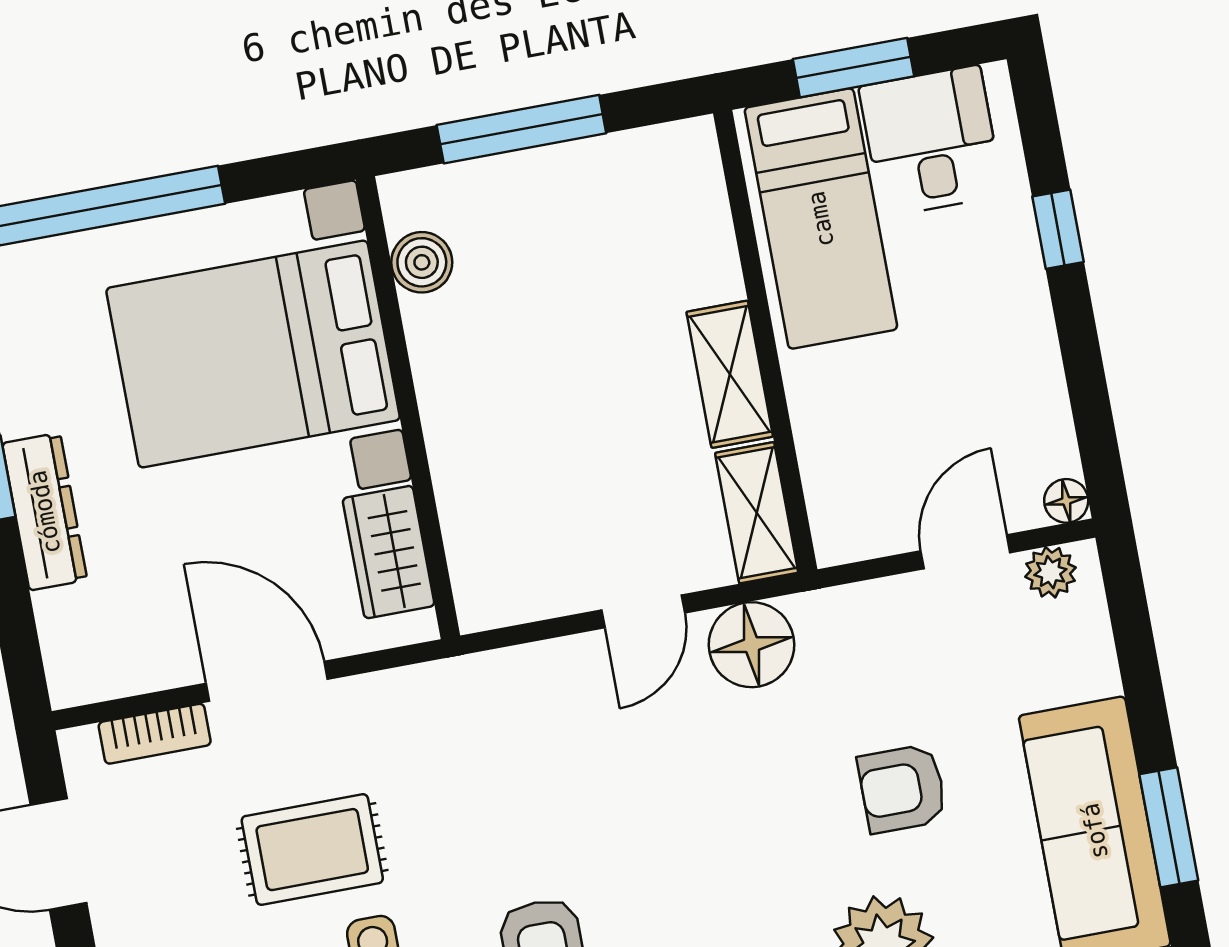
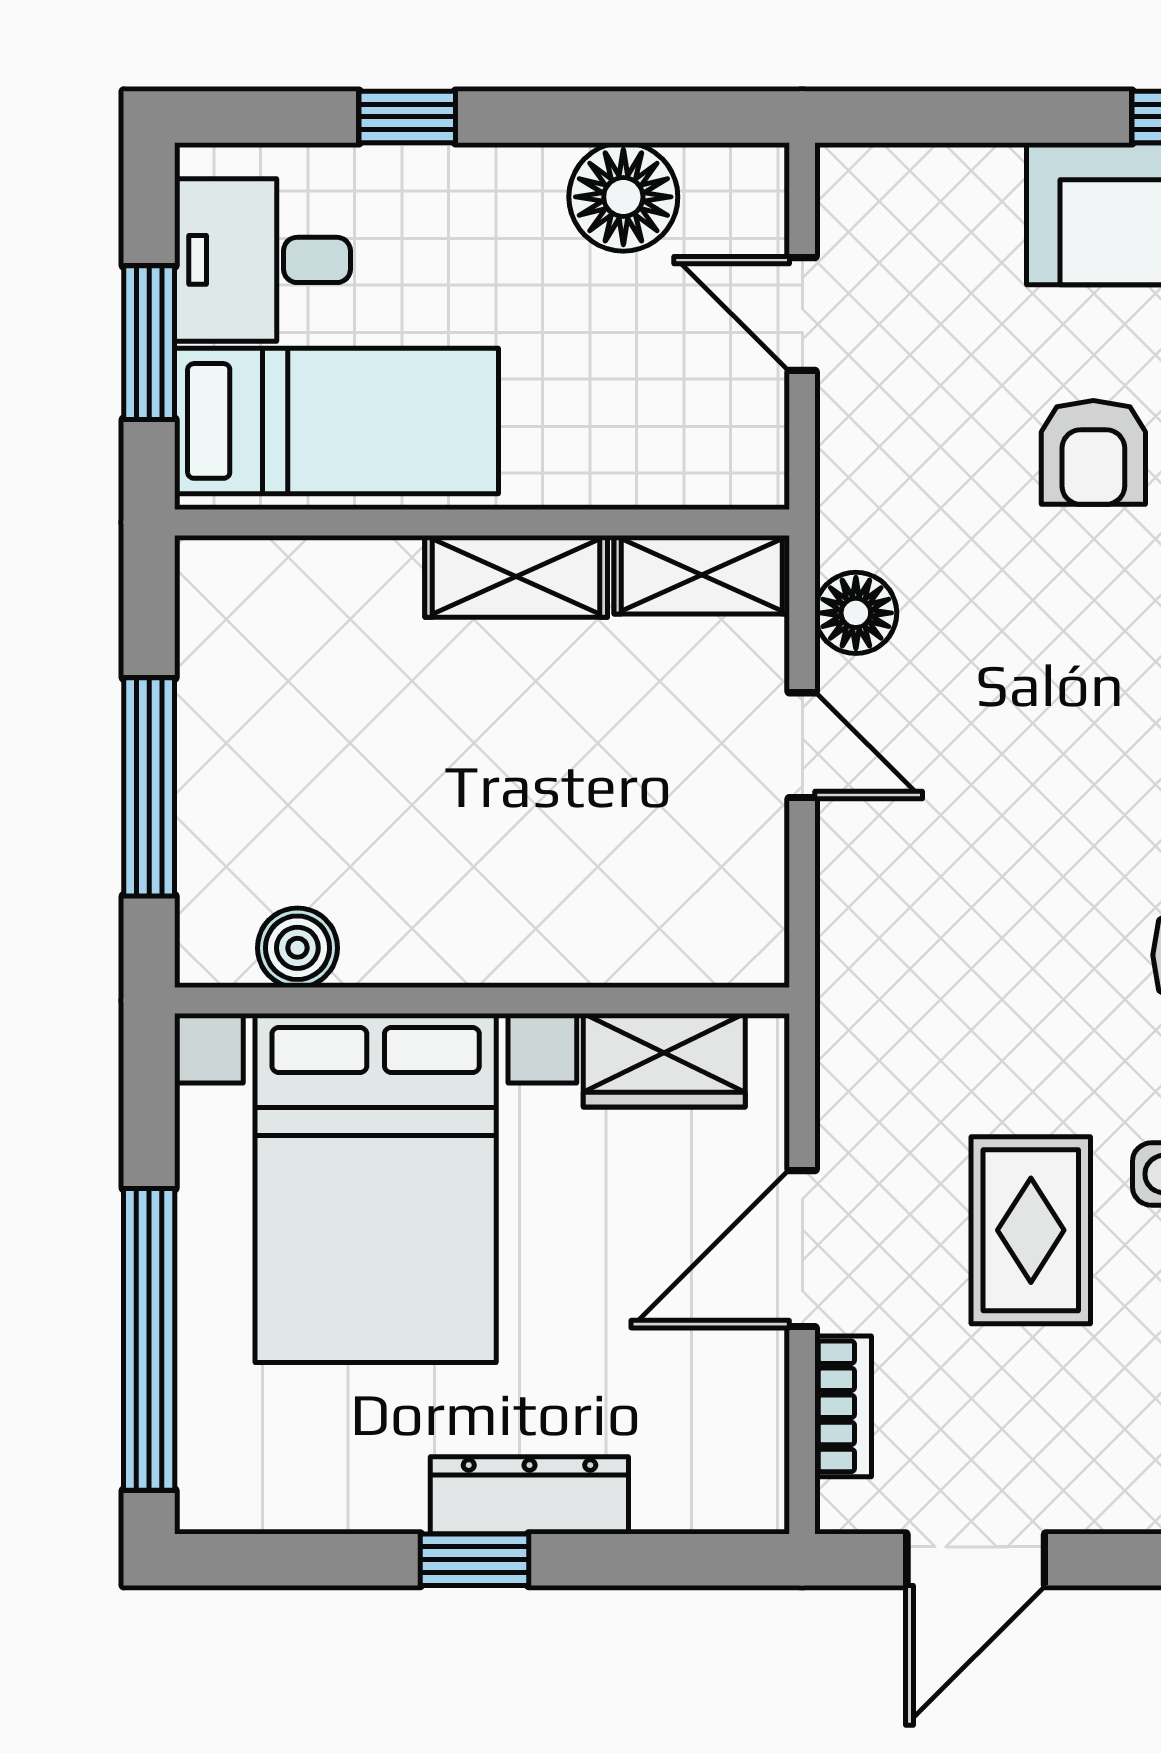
floor lamp: (1066, 501) -> (623, 197), moved, width x1.89, depth x1.89
plant: (1050, 572) -> (849, 209), removed
floor lamp: (752, 645) -> (856, 613), width x0.73, depth x0.73

